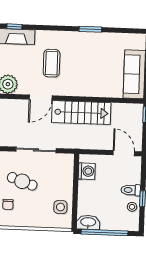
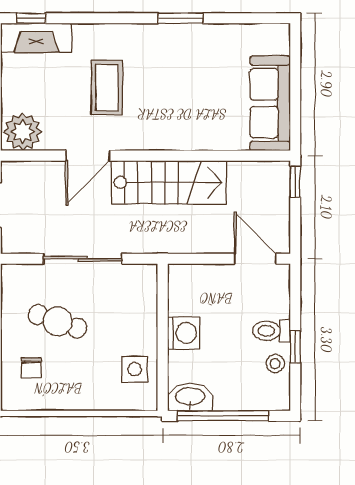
washing machine: (87, 171) -> (184, 333), moved

